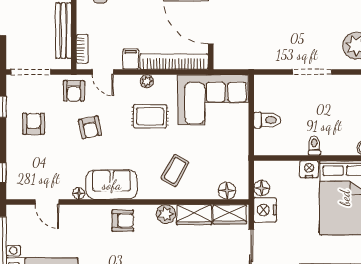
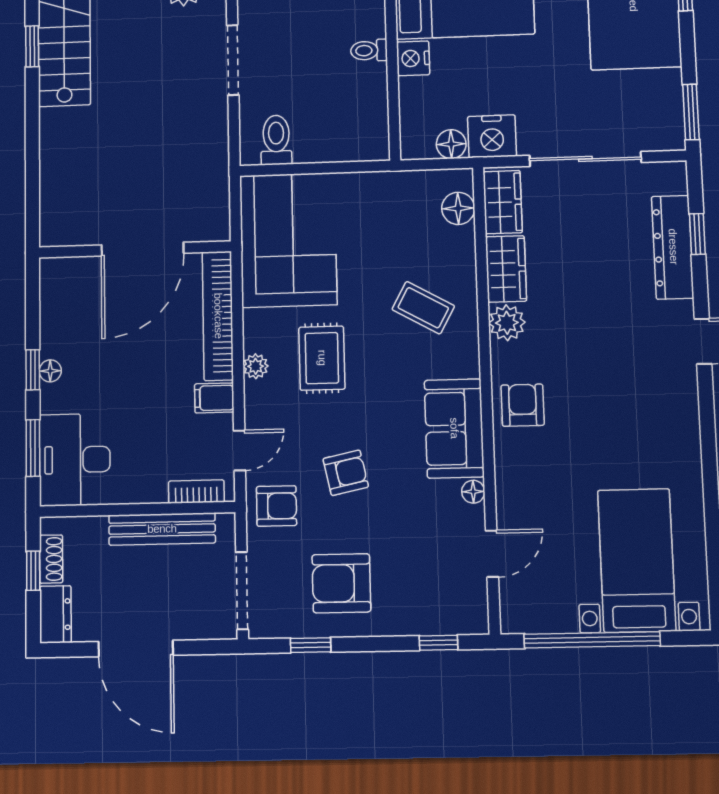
toilet: (267, 120) -> (276, 140), moved
armchair: (34, 124) -> (341, 583), width x1.38, depth x1.38

